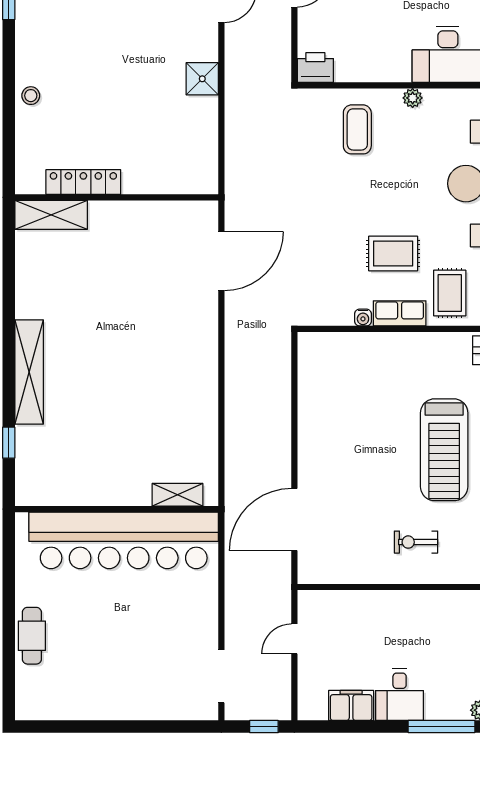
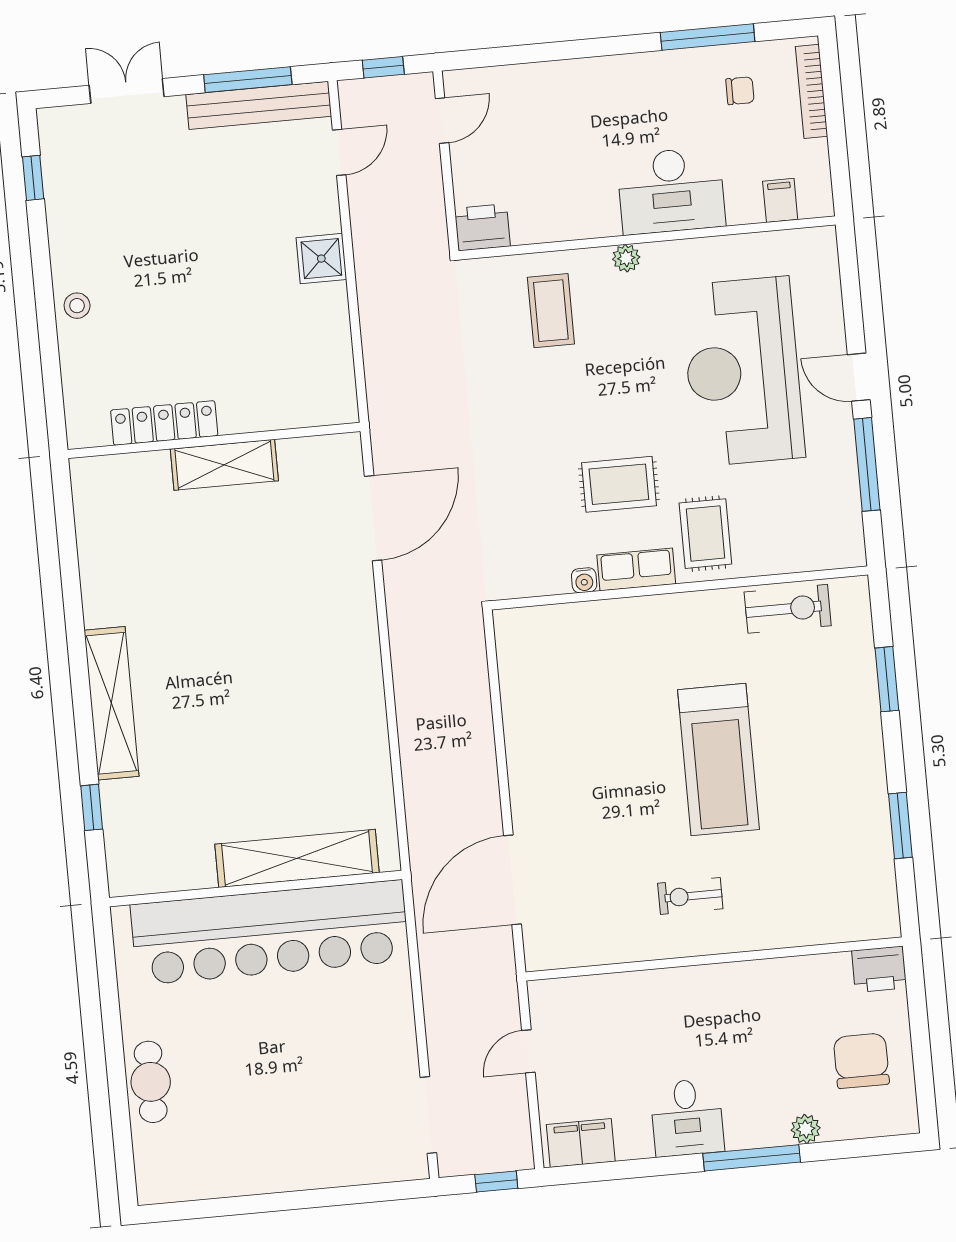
shelving: (51, 215) -> (224, 465), moved
shelving: (177, 495) -> (297, 858), width x2.20, depth x1.33
filing cabinet: (351, 705) -> (581, 1143), moved

